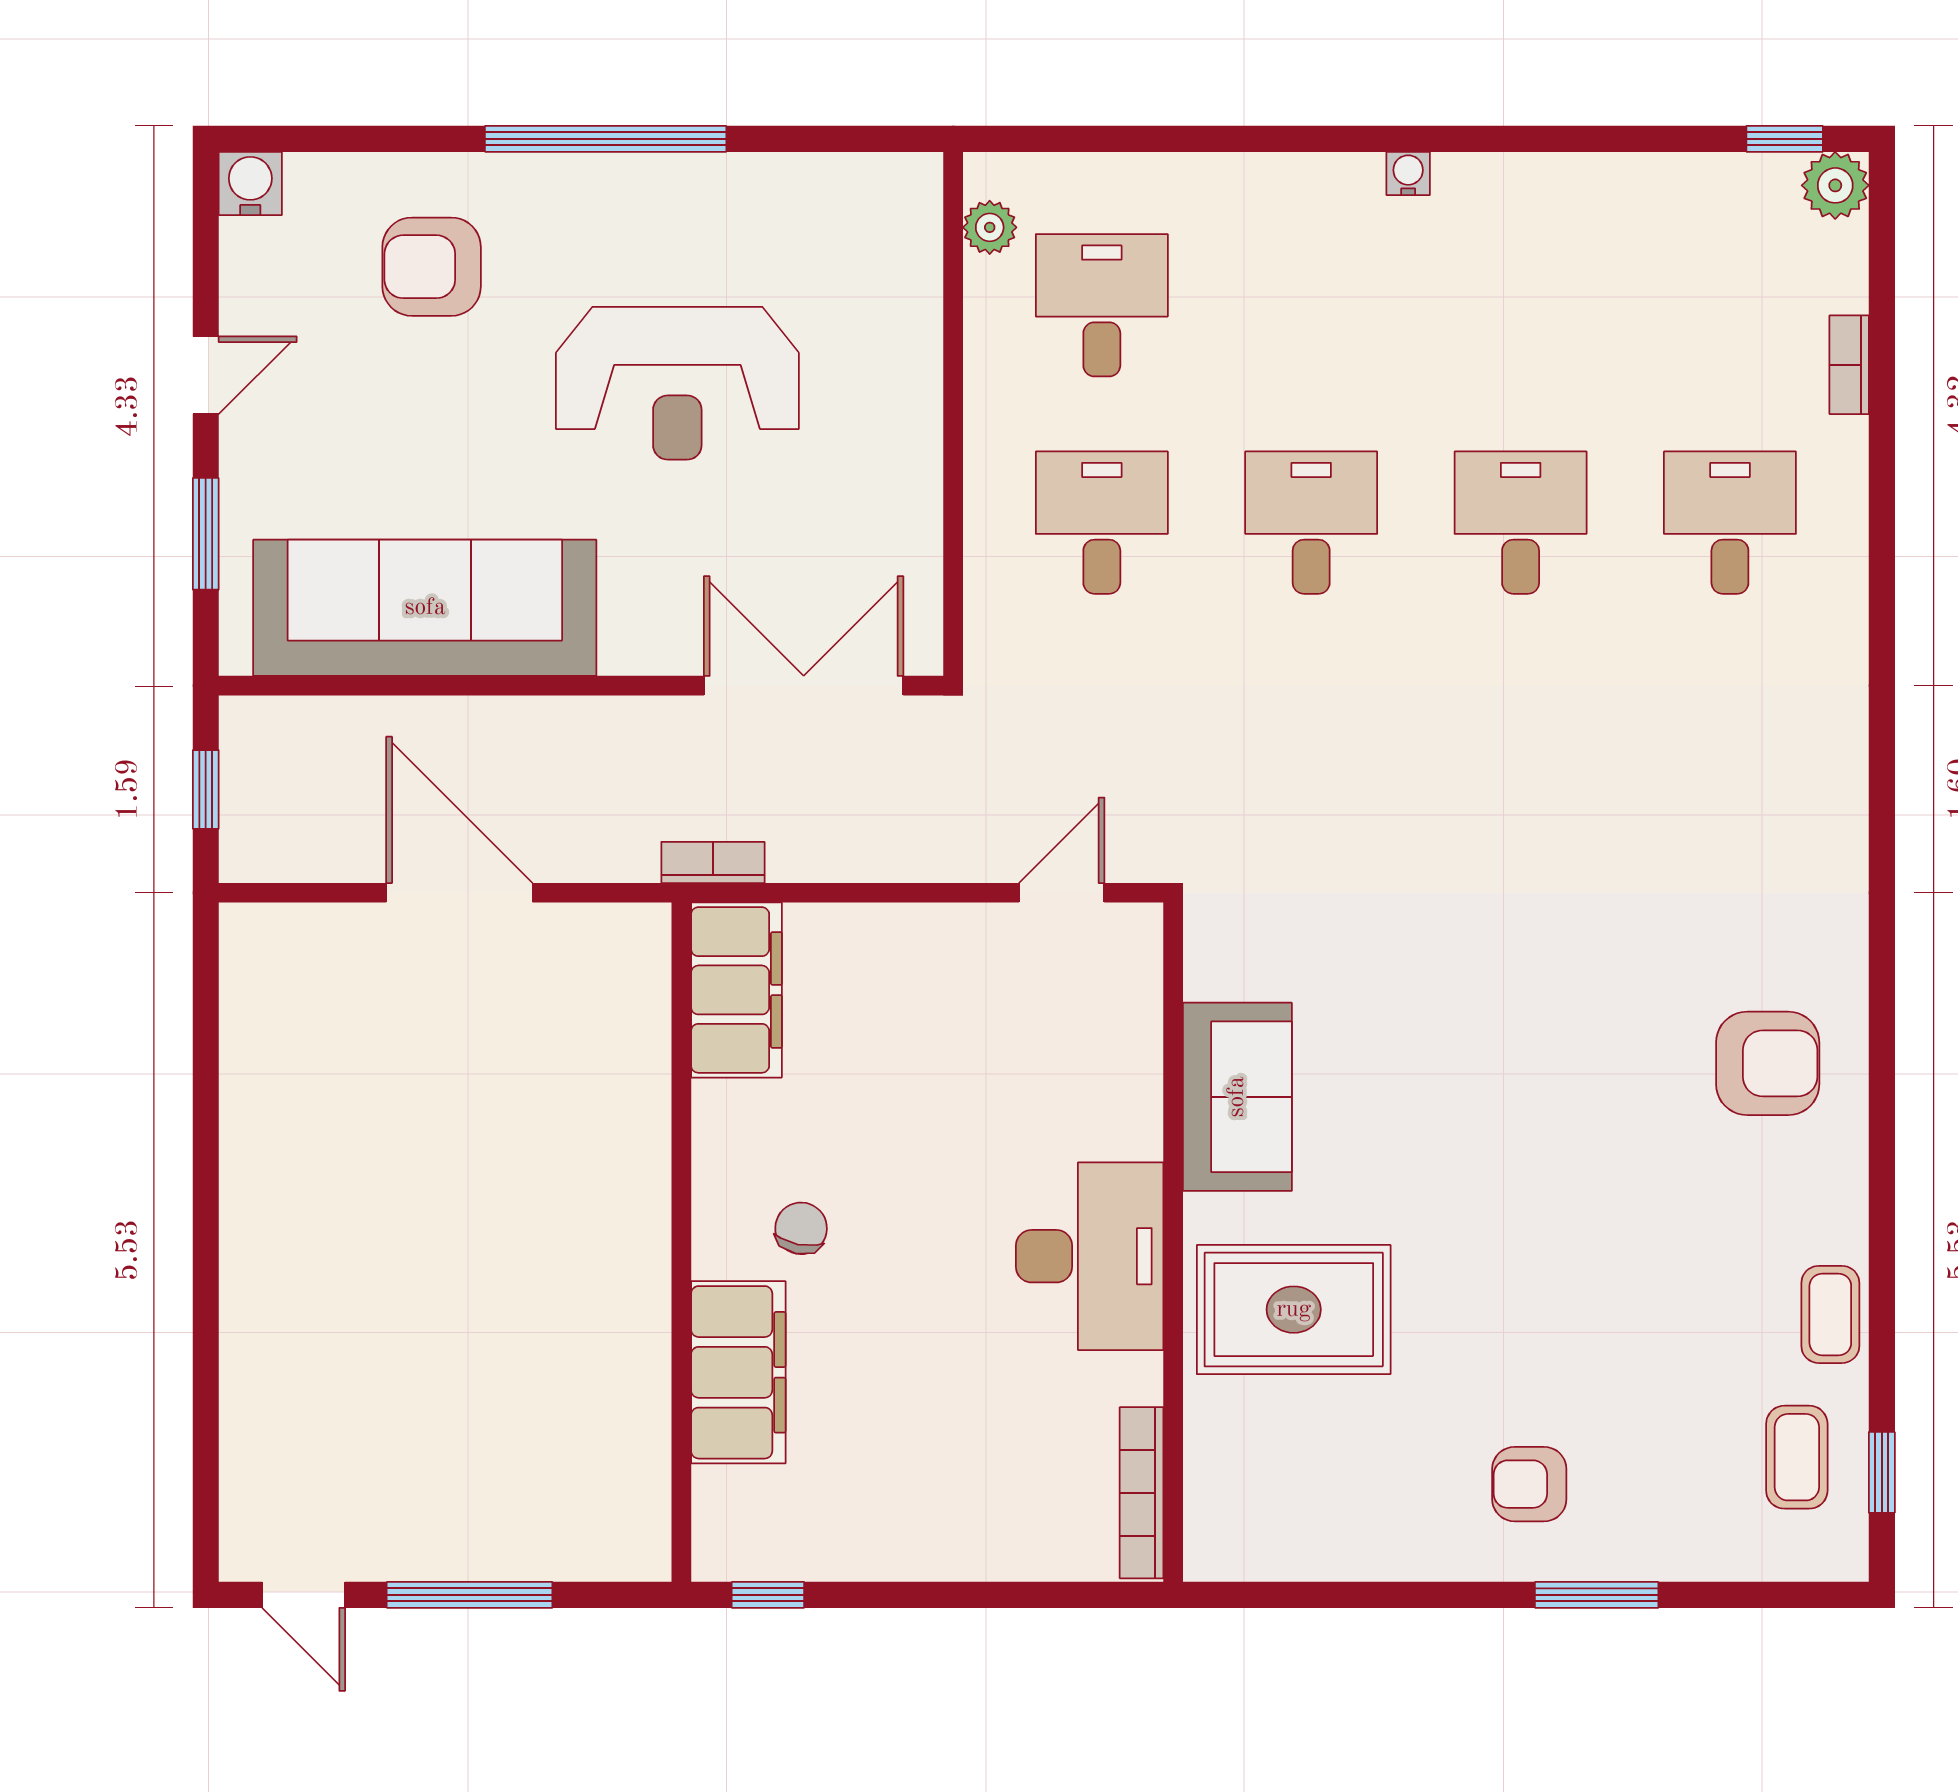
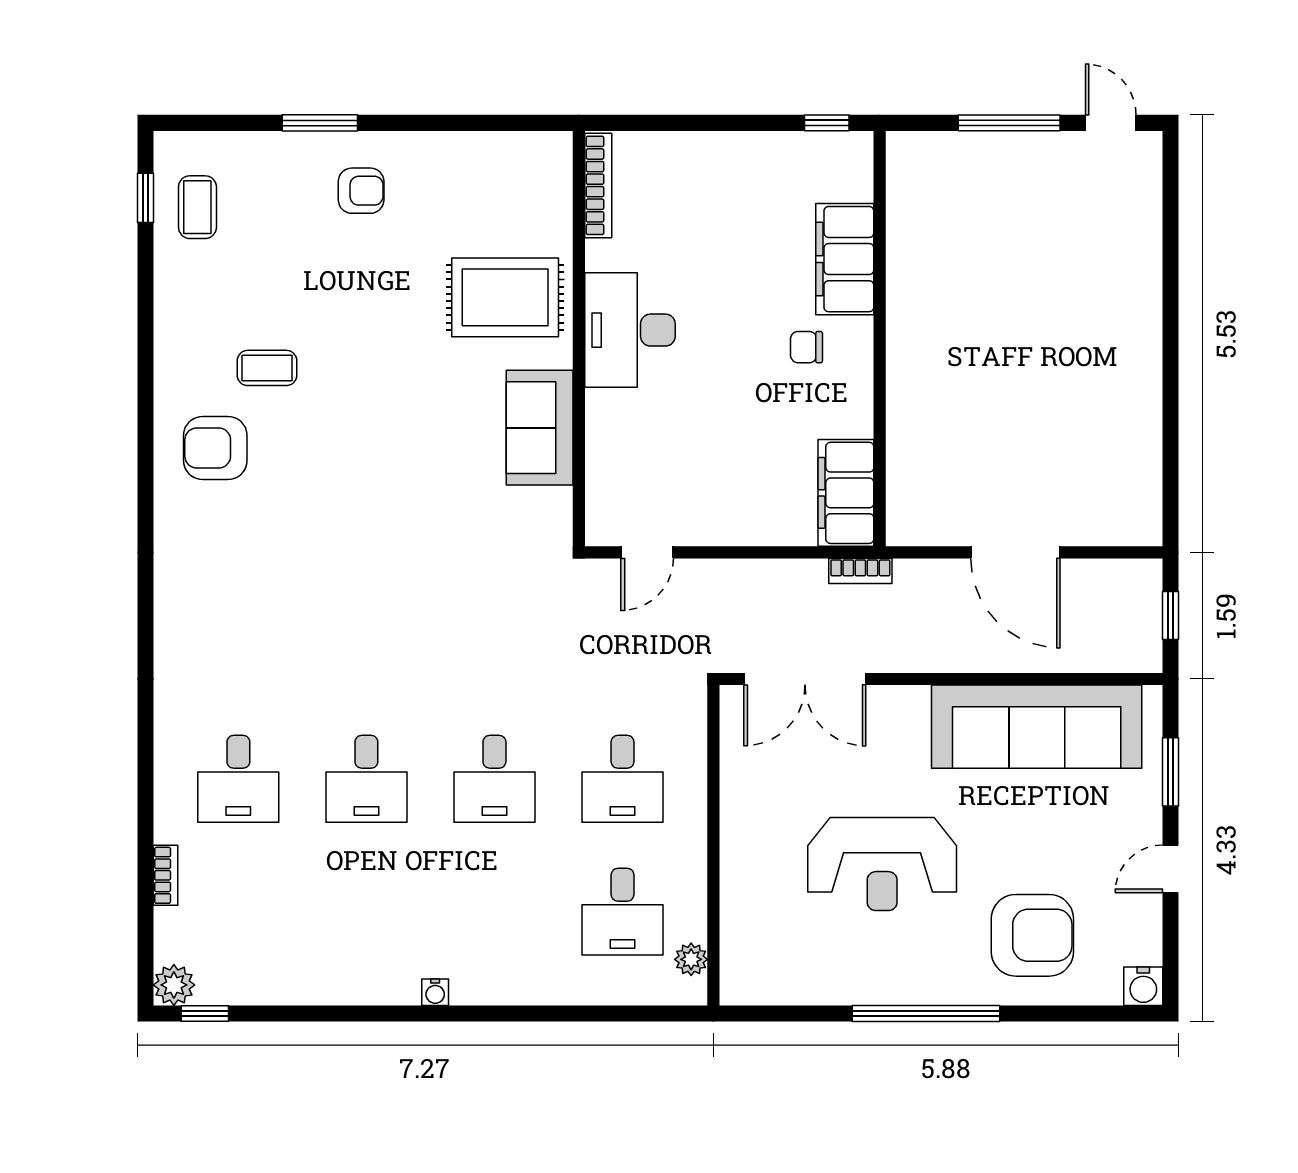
armchair: (432, 267) -> (1032, 935), width x1.36, depth x1.36
reception desk: (677, 383) -> (882, 864), turned 180
chair: (801, 1228) -> (806, 347), turned 79
coffee table: (1830, 1314) -> (267, 368), moved, turned 90

